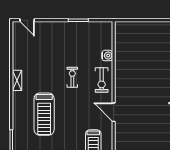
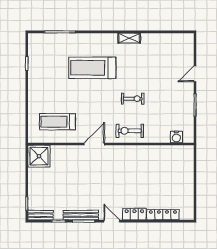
door: (27, 20) -> (195, 74), moved
water cooler: (107, 56) -> (176, 137), moved

